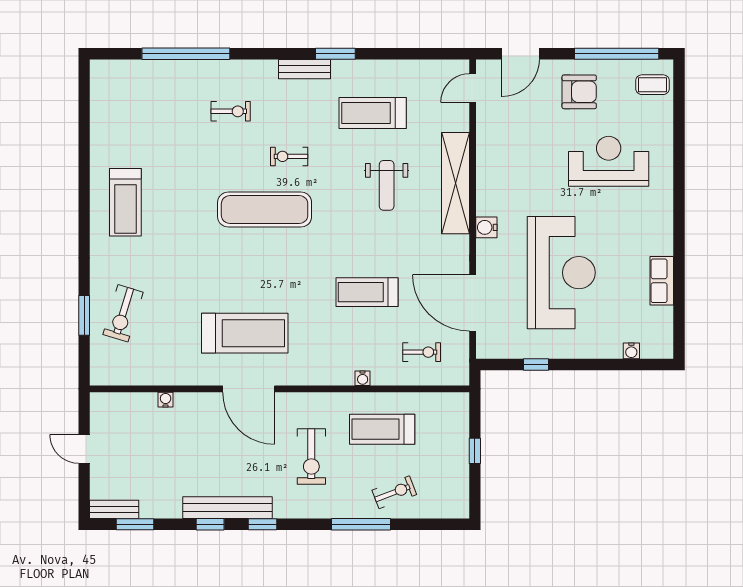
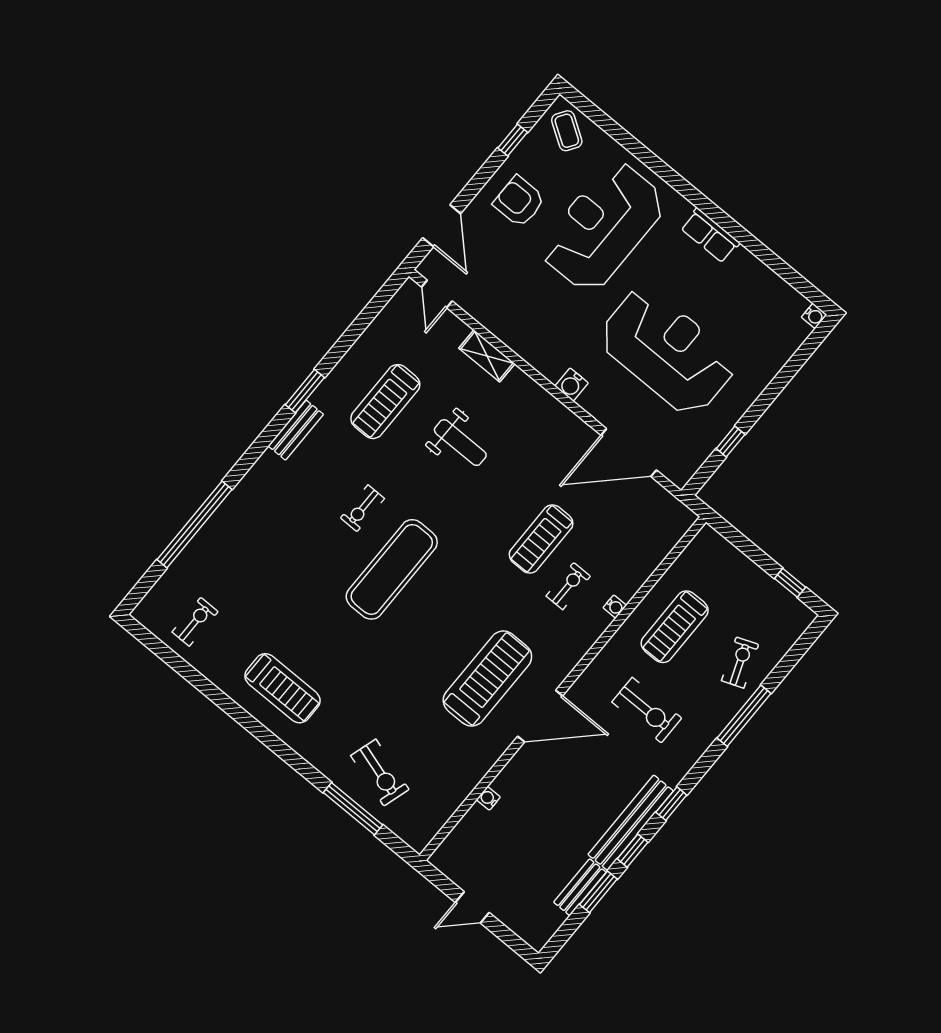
window: (617, 54) -> (513, 140), width x0.32
coffee table: (653, 85) -> (567, 131), turned -57
armchair: (579, 92) -> (519, 202), turned -90
exercise bike: (231, 111) -> (195, 622), moved
reception desk: (609, 161) -> (603, 227), width x1.36, depth x1.30
shelving: (455, 183) -> (487, 356), width x0.45, depth x0.75
row of seats: (662, 281) -> (710, 235), moved
window: (84, 315) -> (353, 809), width x1.44
water cooler: (631, 351) -> (814, 316), moved
exercise bike: (422, 352) -> (568, 586), moved
window: (475, 451) -> (790, 583), moved
bench: (114, 509) -> (580, 887), moved
window: (135, 524) -> (598, 892), moved

